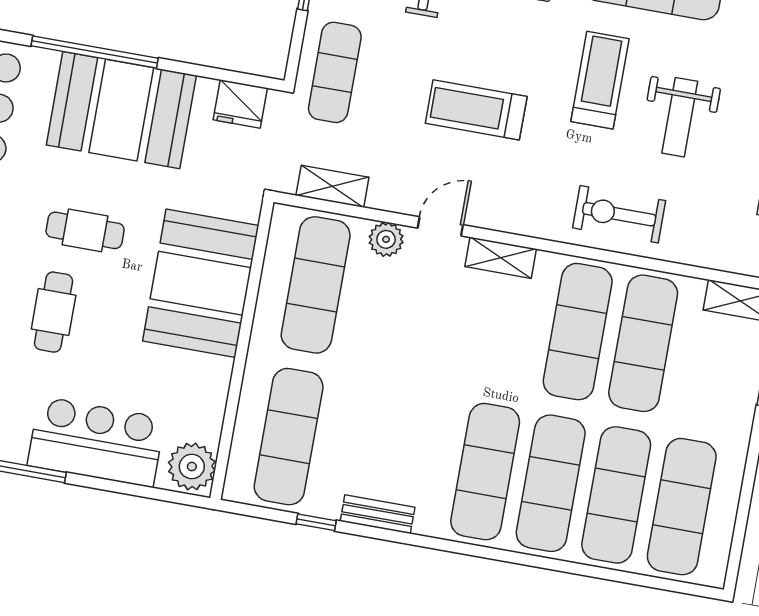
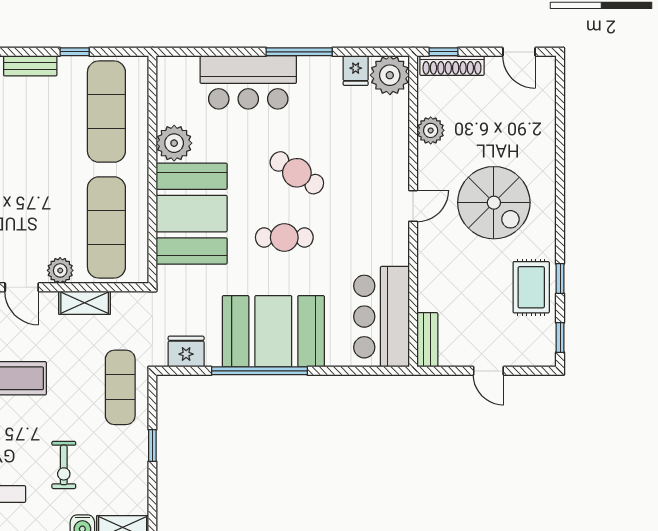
window: (95, 52) -> (259, 371), moved
shelving: (332, 186) -> (85, 303), moved
door: (440, 226) -> (22, 287), hinge flipped
cafe table: (54, 312) -> (297, 173), turned -57
plant: (192, 466) -> (174, 143), moved

